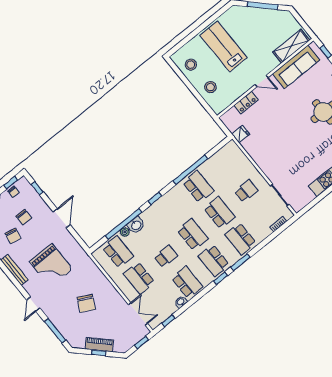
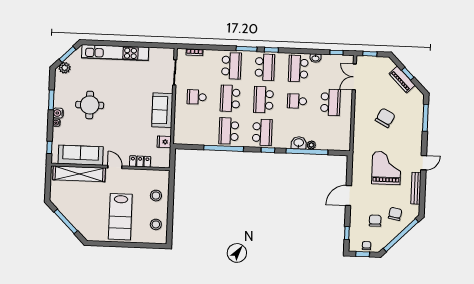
shelving: (291, 46) -> (79, 174), width x1.47
sofa: (264, 157) -> (162, 110), added
school desk: (118, 252) -> (262, 132), moved, turned 180
door: (33, 304) -> (424, 163), moved

